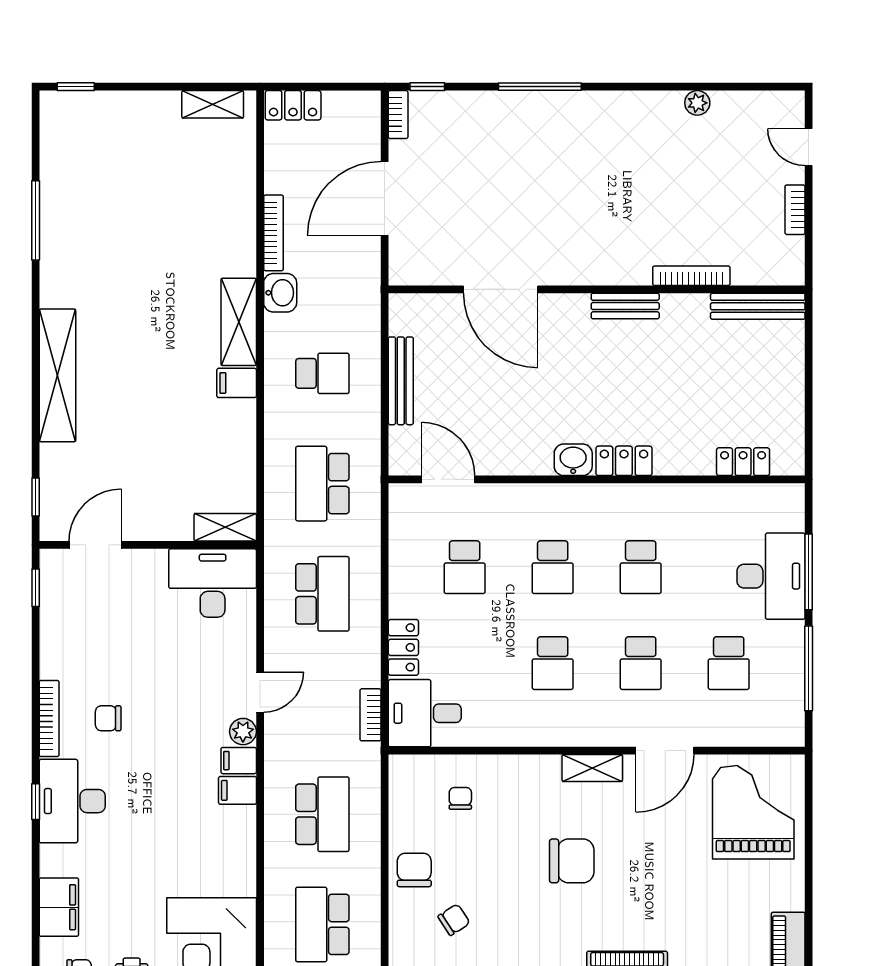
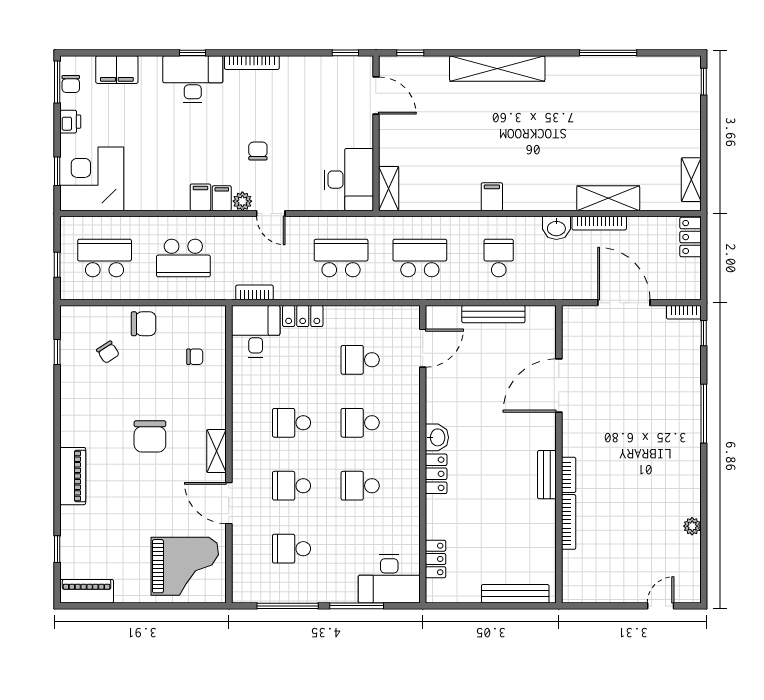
bookcase: (795, 210) -> (569, 475), moved, turned 90
bench: (758, 306) -> (515, 594), moved, turned 90
shelving: (239, 322) -> (608, 198), moved
school desk: (322, 373) -> (499, 258), turned 180
desk: (771, 576) -> (389, 579), moved
school desk: (322, 594) -> (341, 258), turned 180
chair: (108, 718) -> (258, 151), moved

